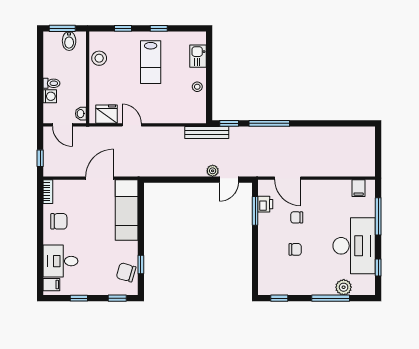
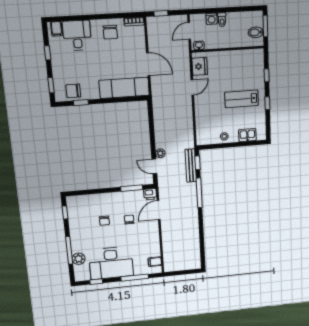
stool: (99, 58) -> (243, 58), removed
bench: (207, 132) -> (191, 166), moved
printer: (265, 204) -> (150, 194), moved
chair: (126, 272) -> (73, 91), turned -106

